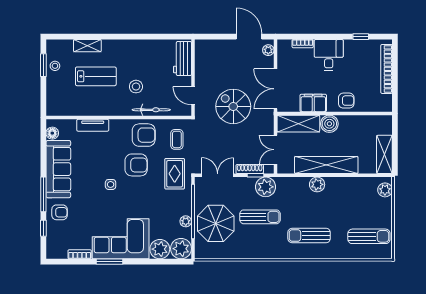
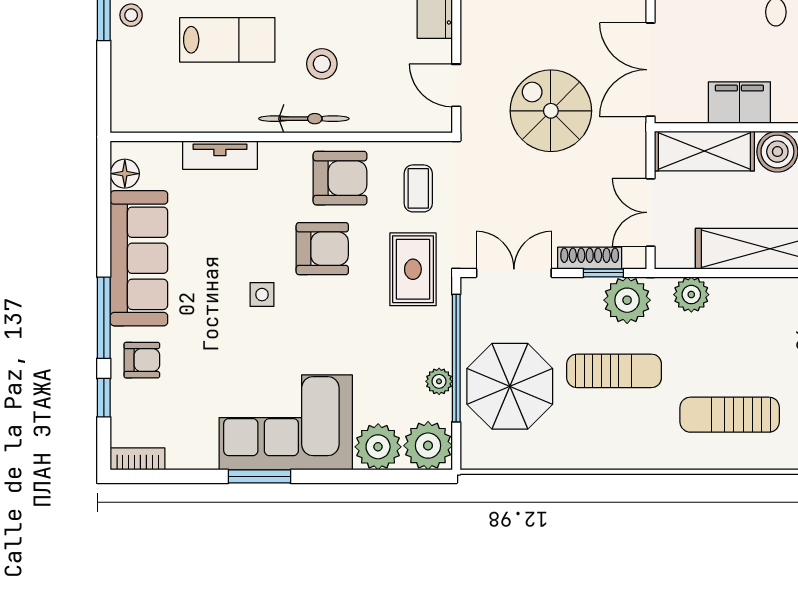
bicycle: (151, 110) -> (304, 119), moved
plant: (317, 184) -> (691, 295), moved
bookcase: (80, 254) -> (138, 459), moved

